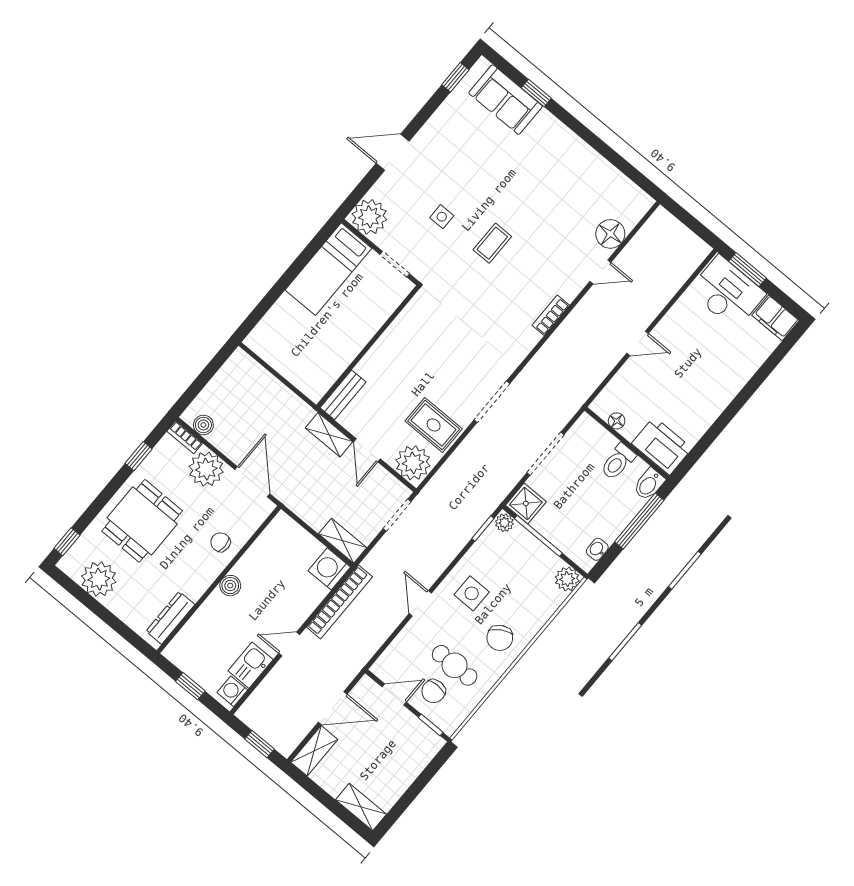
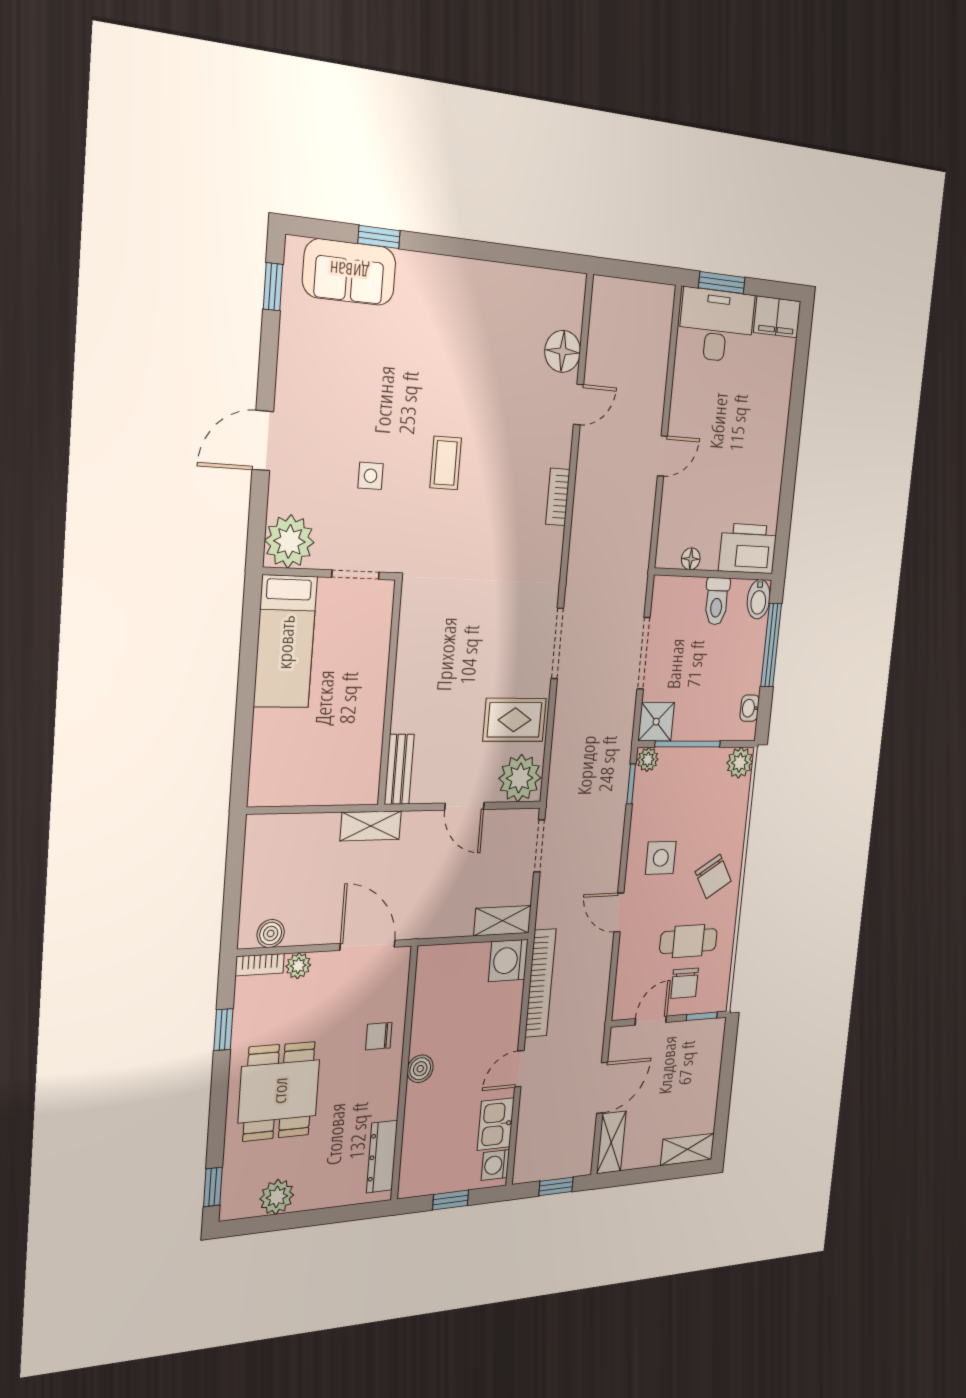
shelving: (329, 435) -> (371, 826), moved
plant: (206, 469) -> (298, 966), width x0.53, depth x0.53
plant: (99, 579) -> (277, 1197), width x0.73, depth x0.73

